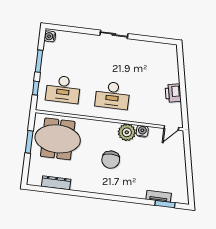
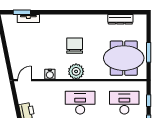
plant: (127, 132) -> (76, 71), moved

